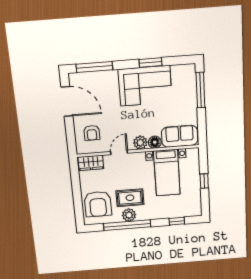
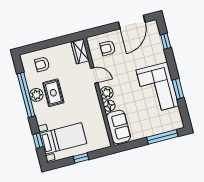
window: (94, 67) -> (166, 41), width x0.46
bed with nightstands: (167, 173) -> (63, 138), moved, turned 180
armchair: (98, 204) -> (42, 64), width x0.53, depth x0.53

